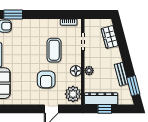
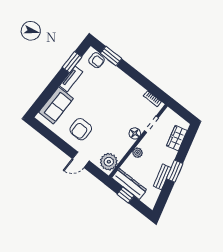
coffee table: (54, 50) -> (122, 113), removed
floor lamp: (76, 71) -> (135, 133), moved
armchair: (46, 79) -> (81, 129), moved
window: (133, 86) -> (175, 171), moved

